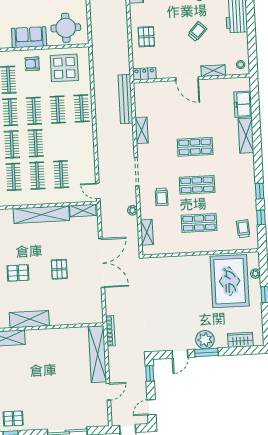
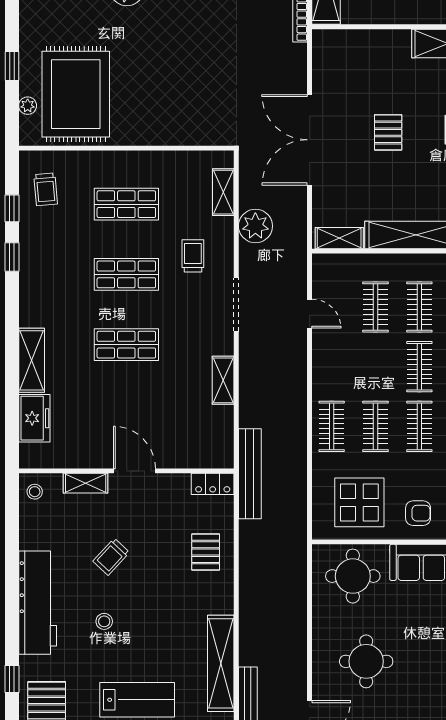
bench: (126, 99) -> (250, 474), moved
door: (98, 191) -> (310, 314), moved
plant: (133, 210) -> (255, 226), width x1.87, depth x1.87

